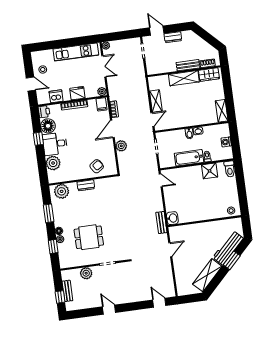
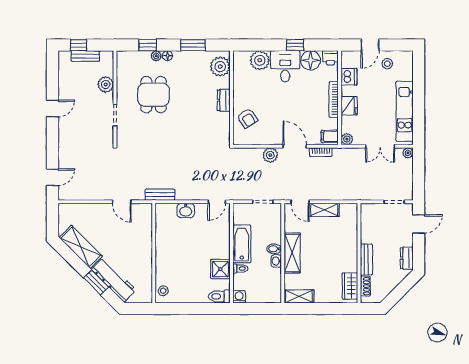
dresser: (173, 37) -> (407, 258), moved
shelving: (184, 78) -> (292, 253), moved
washing machine: (226, 142) -> (239, 297), moved
washbasin: (172, 218) -> (186, 210), moved

